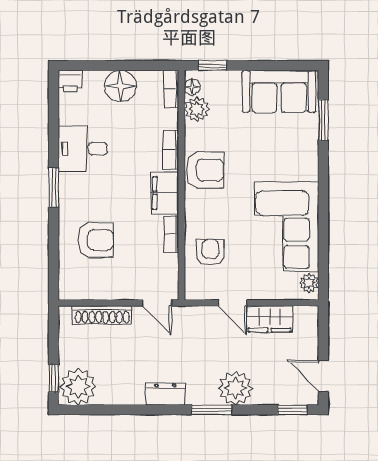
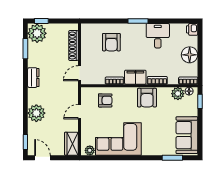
wardrobe: (270, 319) -> (71, 144), moved
door: (323, 376) -> (42, 158), hinge flipped
window: (212, 410) -> (25, 49), moved

